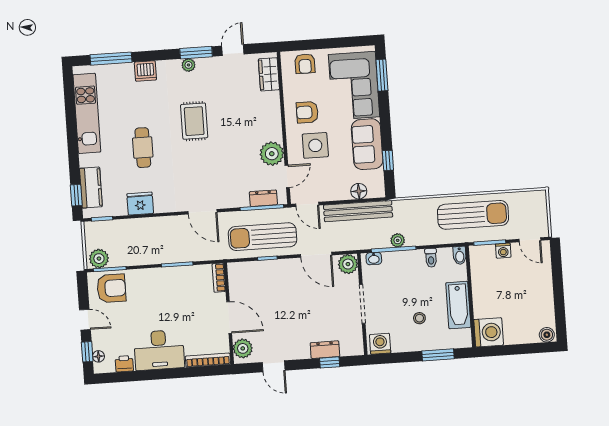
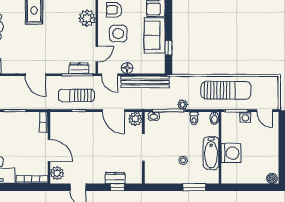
plant: (272, 154) -> (87, 18), moved
floor lamp: (359, 191) -> (127, 68), moved
sun lounger: (263, 237) -> (76, 95), width x0.73, depth x0.75
plant: (398, 240) -> (183, 105), moved
washing machine: (489, 332) -> (231, 153), moved
washing machine: (380, 344) -> (154, 177), removed

